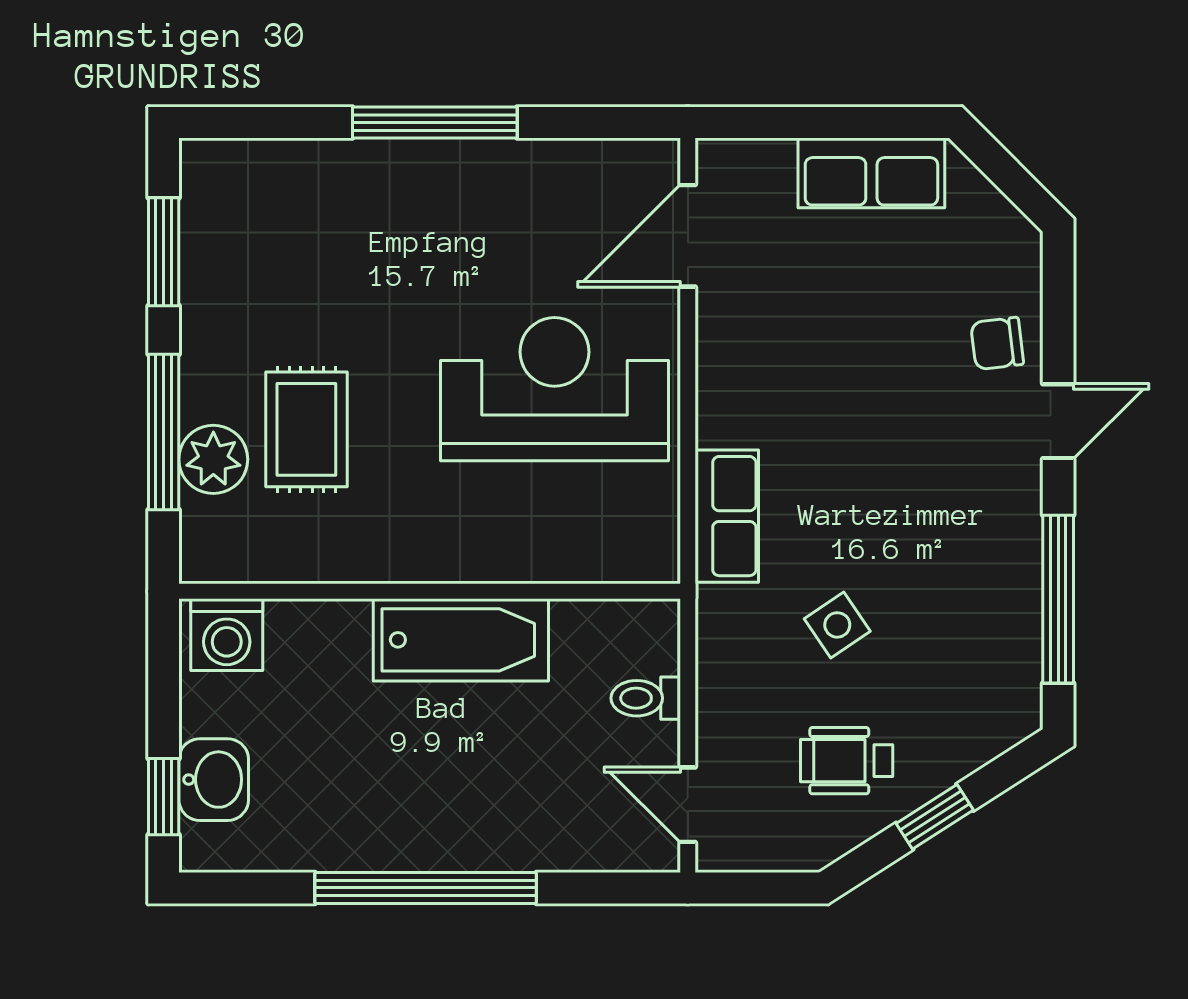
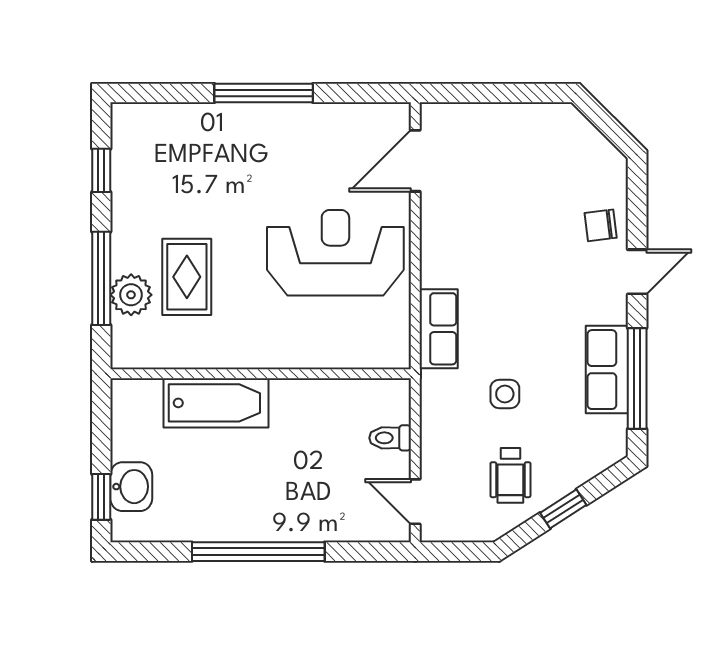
row of seats: (871, 173) -> (607, 370), moved, turned 90
window: (164, 252) -> (101, 170), width x0.67
side table: (837, 625) -> (505, 394), turned 34
washing machine: (227, 635) -> (139, 400), removed
bathtub: (461, 640) -> (216, 403), moved
wheelchair: (847, 761) -> (510, 475), turned -90

